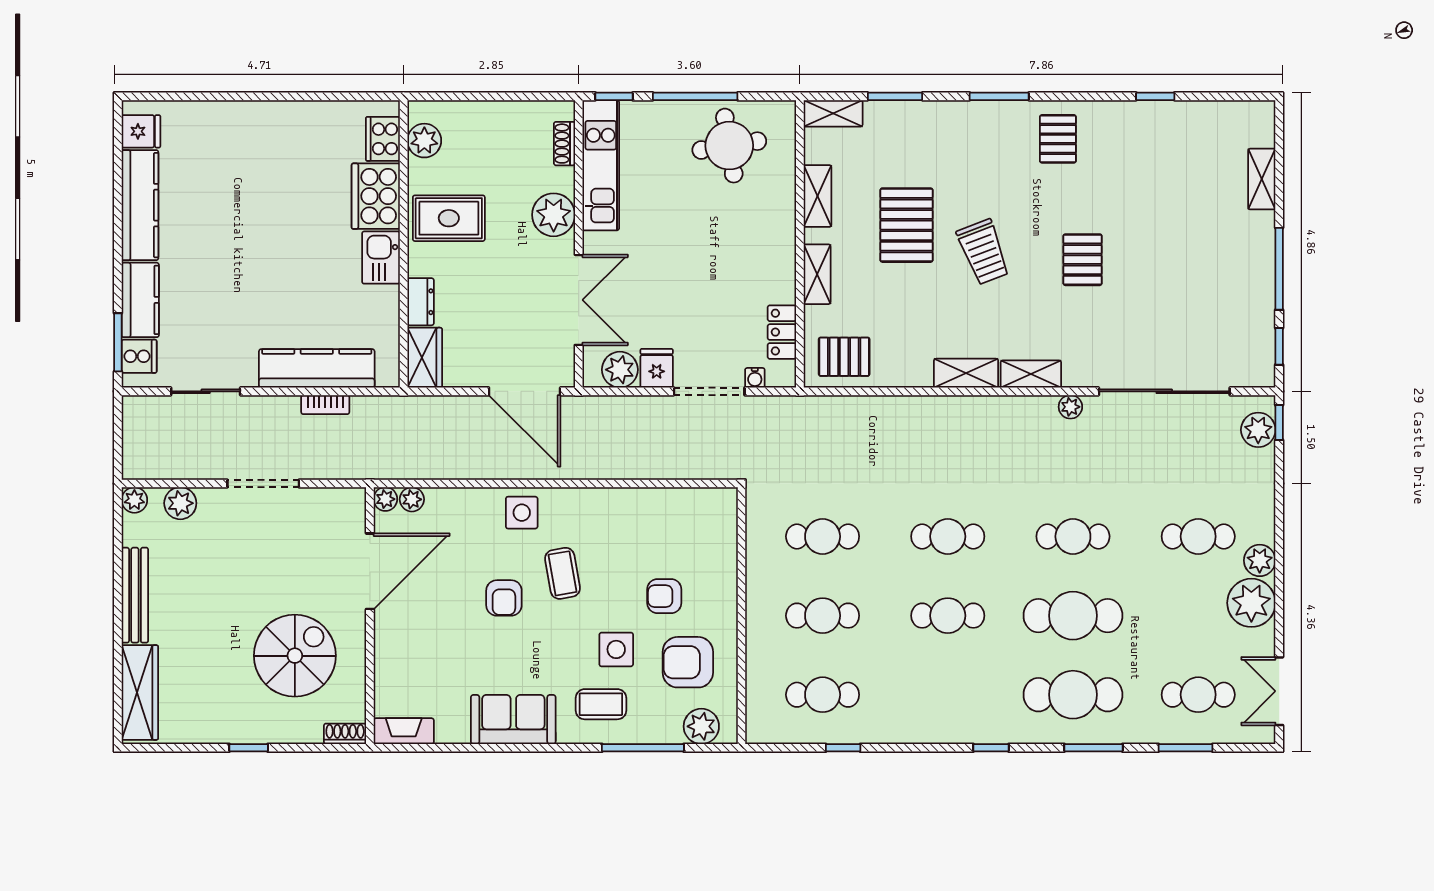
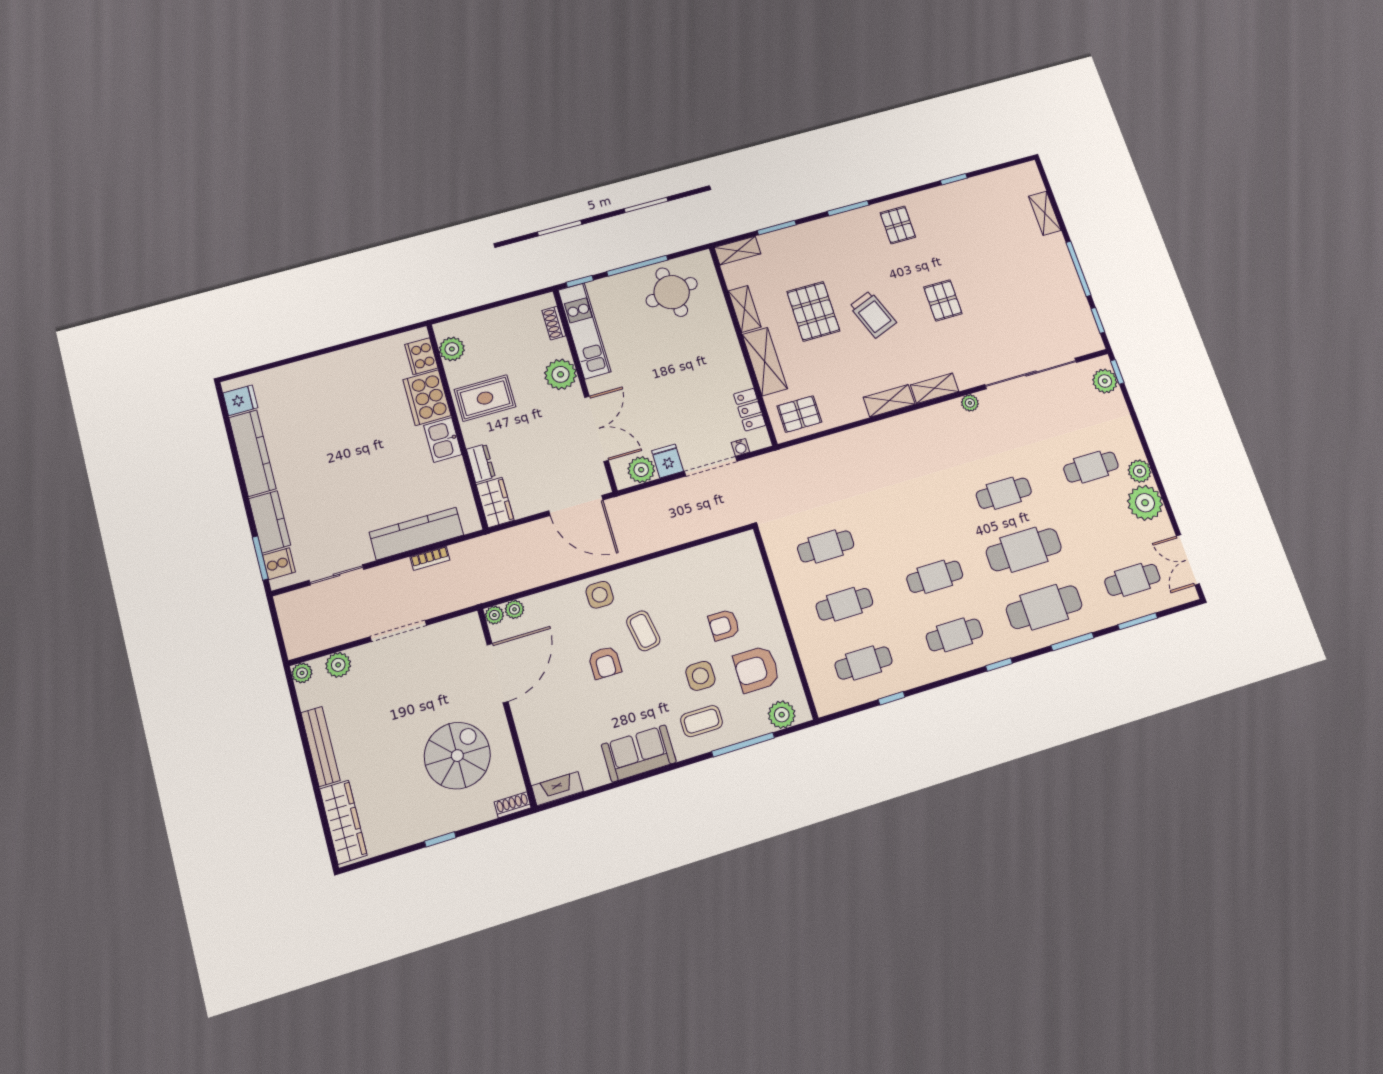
shelving: (817, 274) -> (765, 362), width x1.50, depth x1.33
cafe table: (948, 536) -> (954, 635), moved

